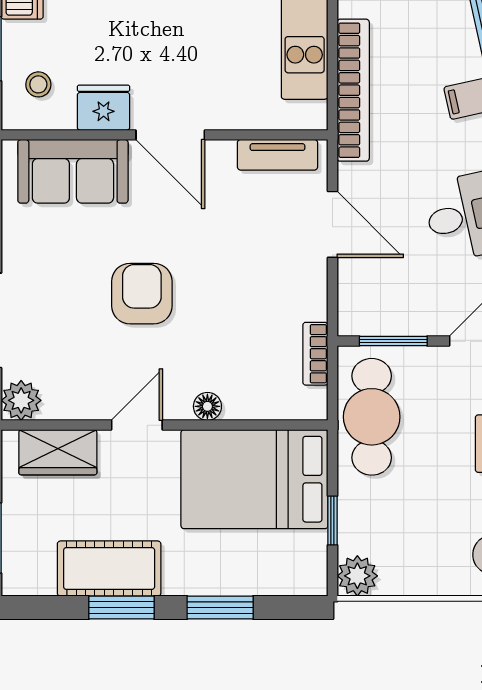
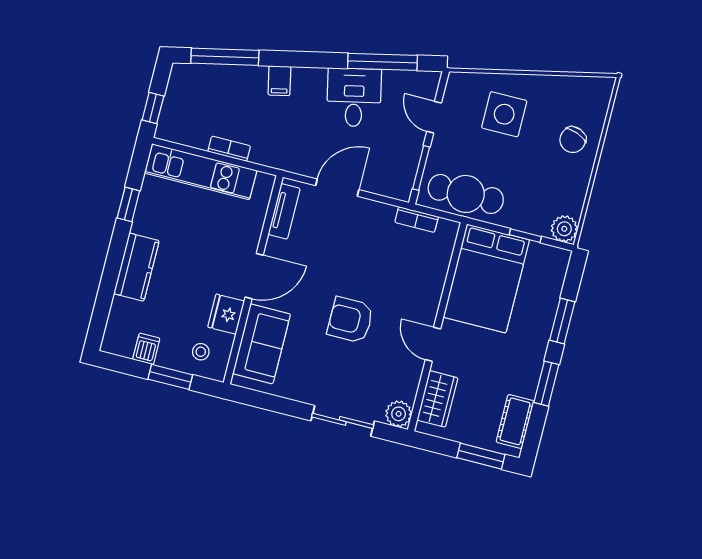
bookcase: (353, 90) -> (229, 149), width x0.43, depth x0.76
floor lamp: (207, 406) -> (433, 297), removed
cot: (109, 568) -> (515, 421), moved, width x0.73, depth x0.75

